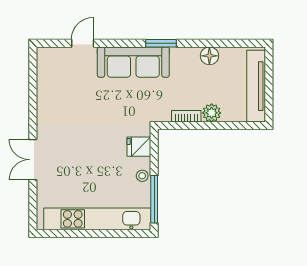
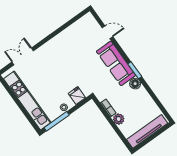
floor lamp: (209, 56) -> (135, 84), moved
double door: (33, 160) -> (23, 56), moved

